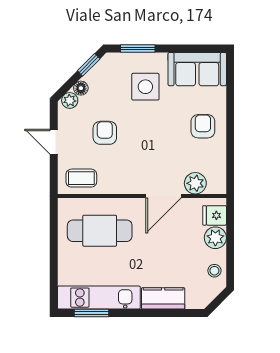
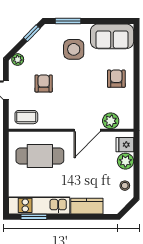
floor lamp: (81, 88) -> (26, 50), removed

